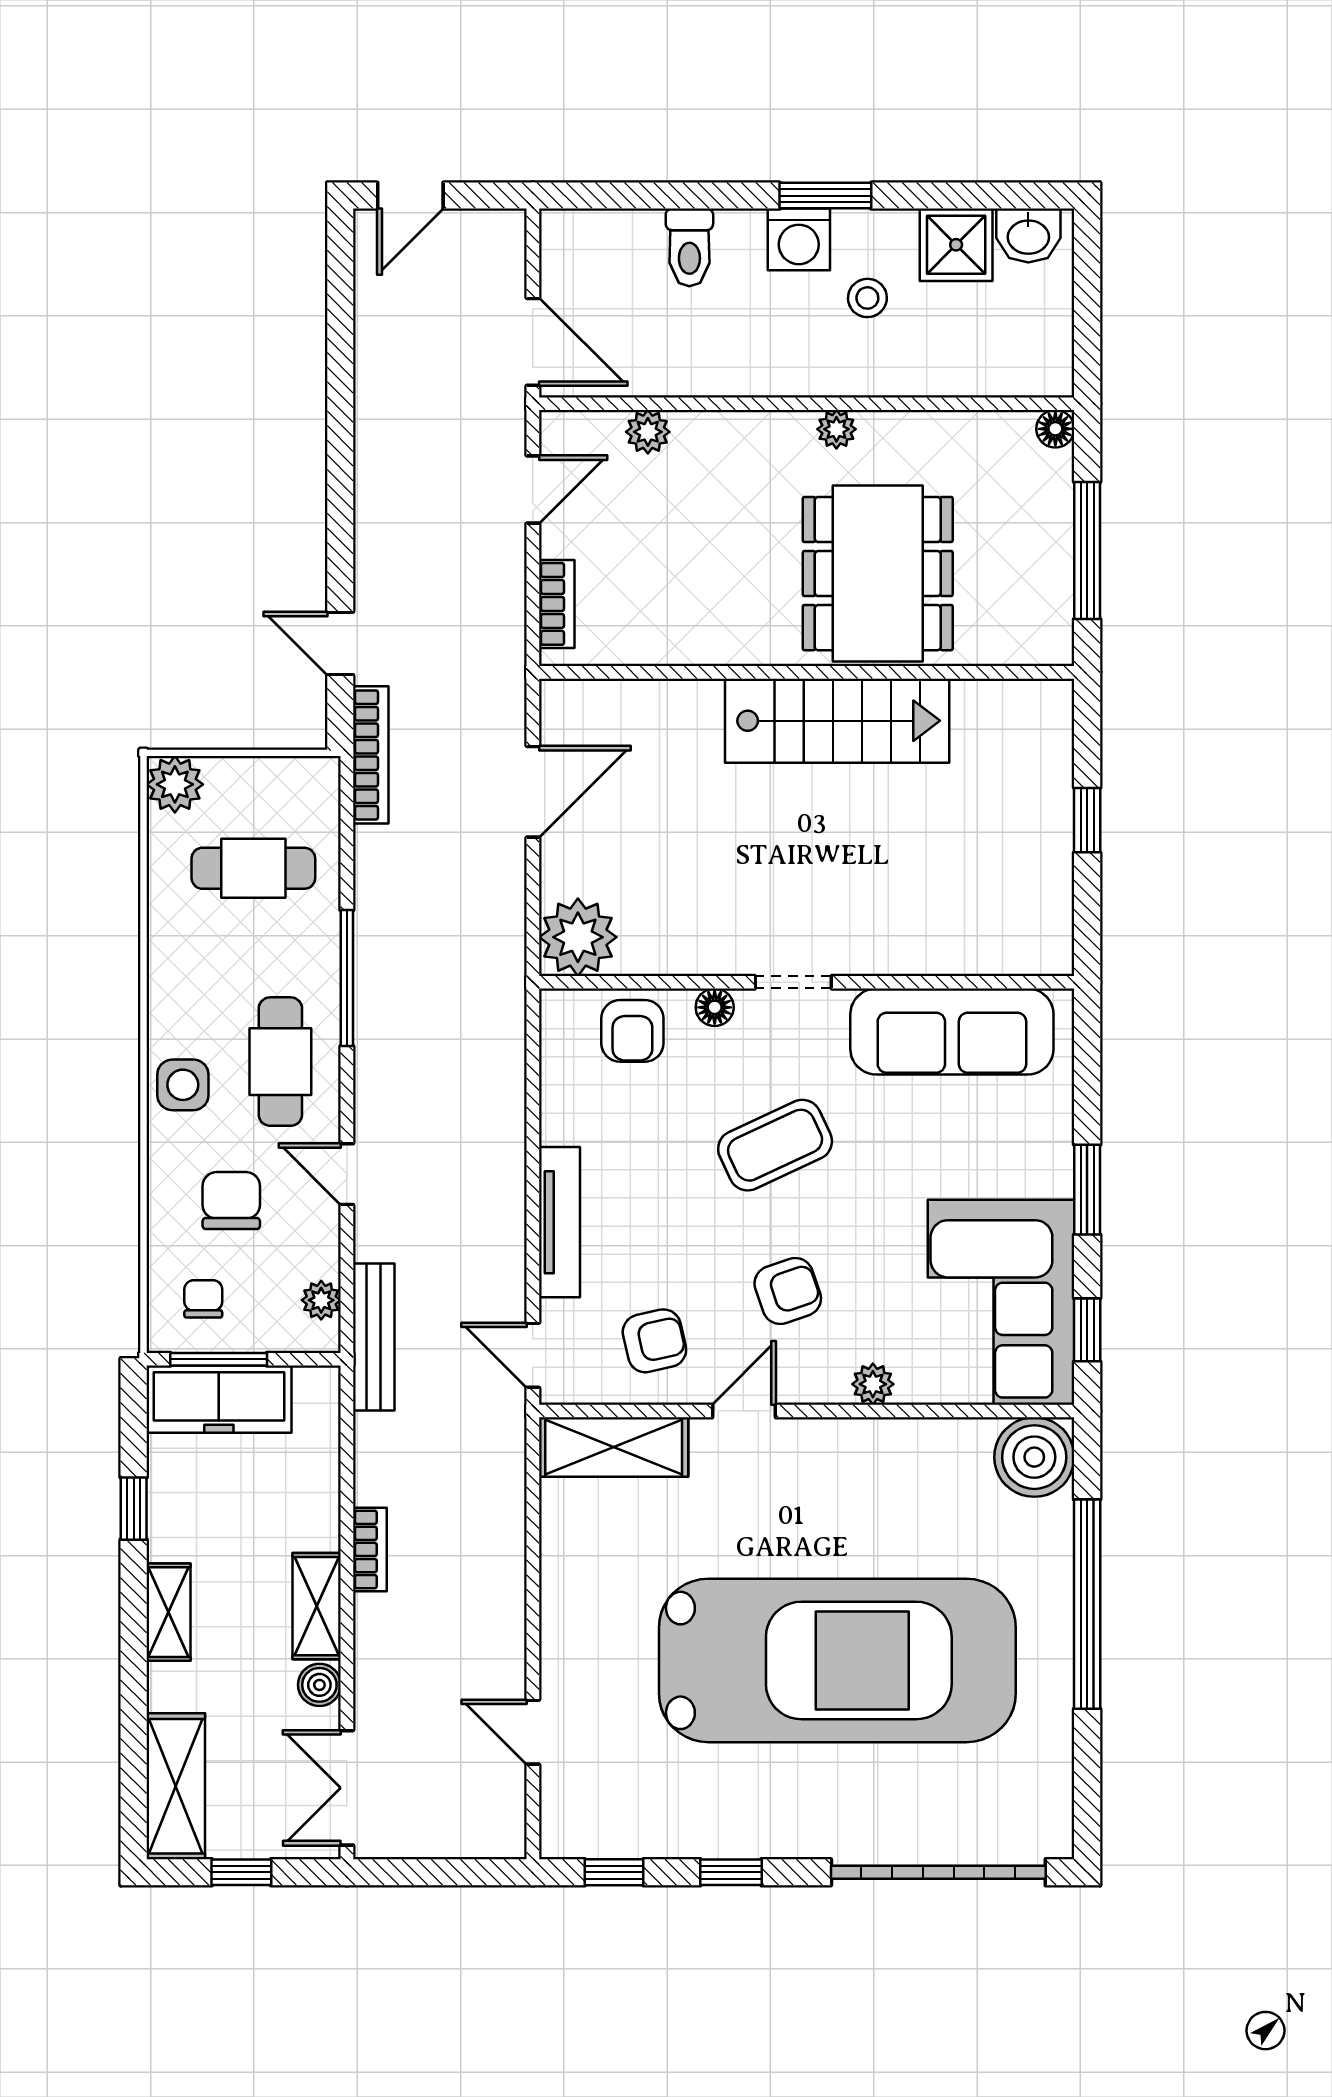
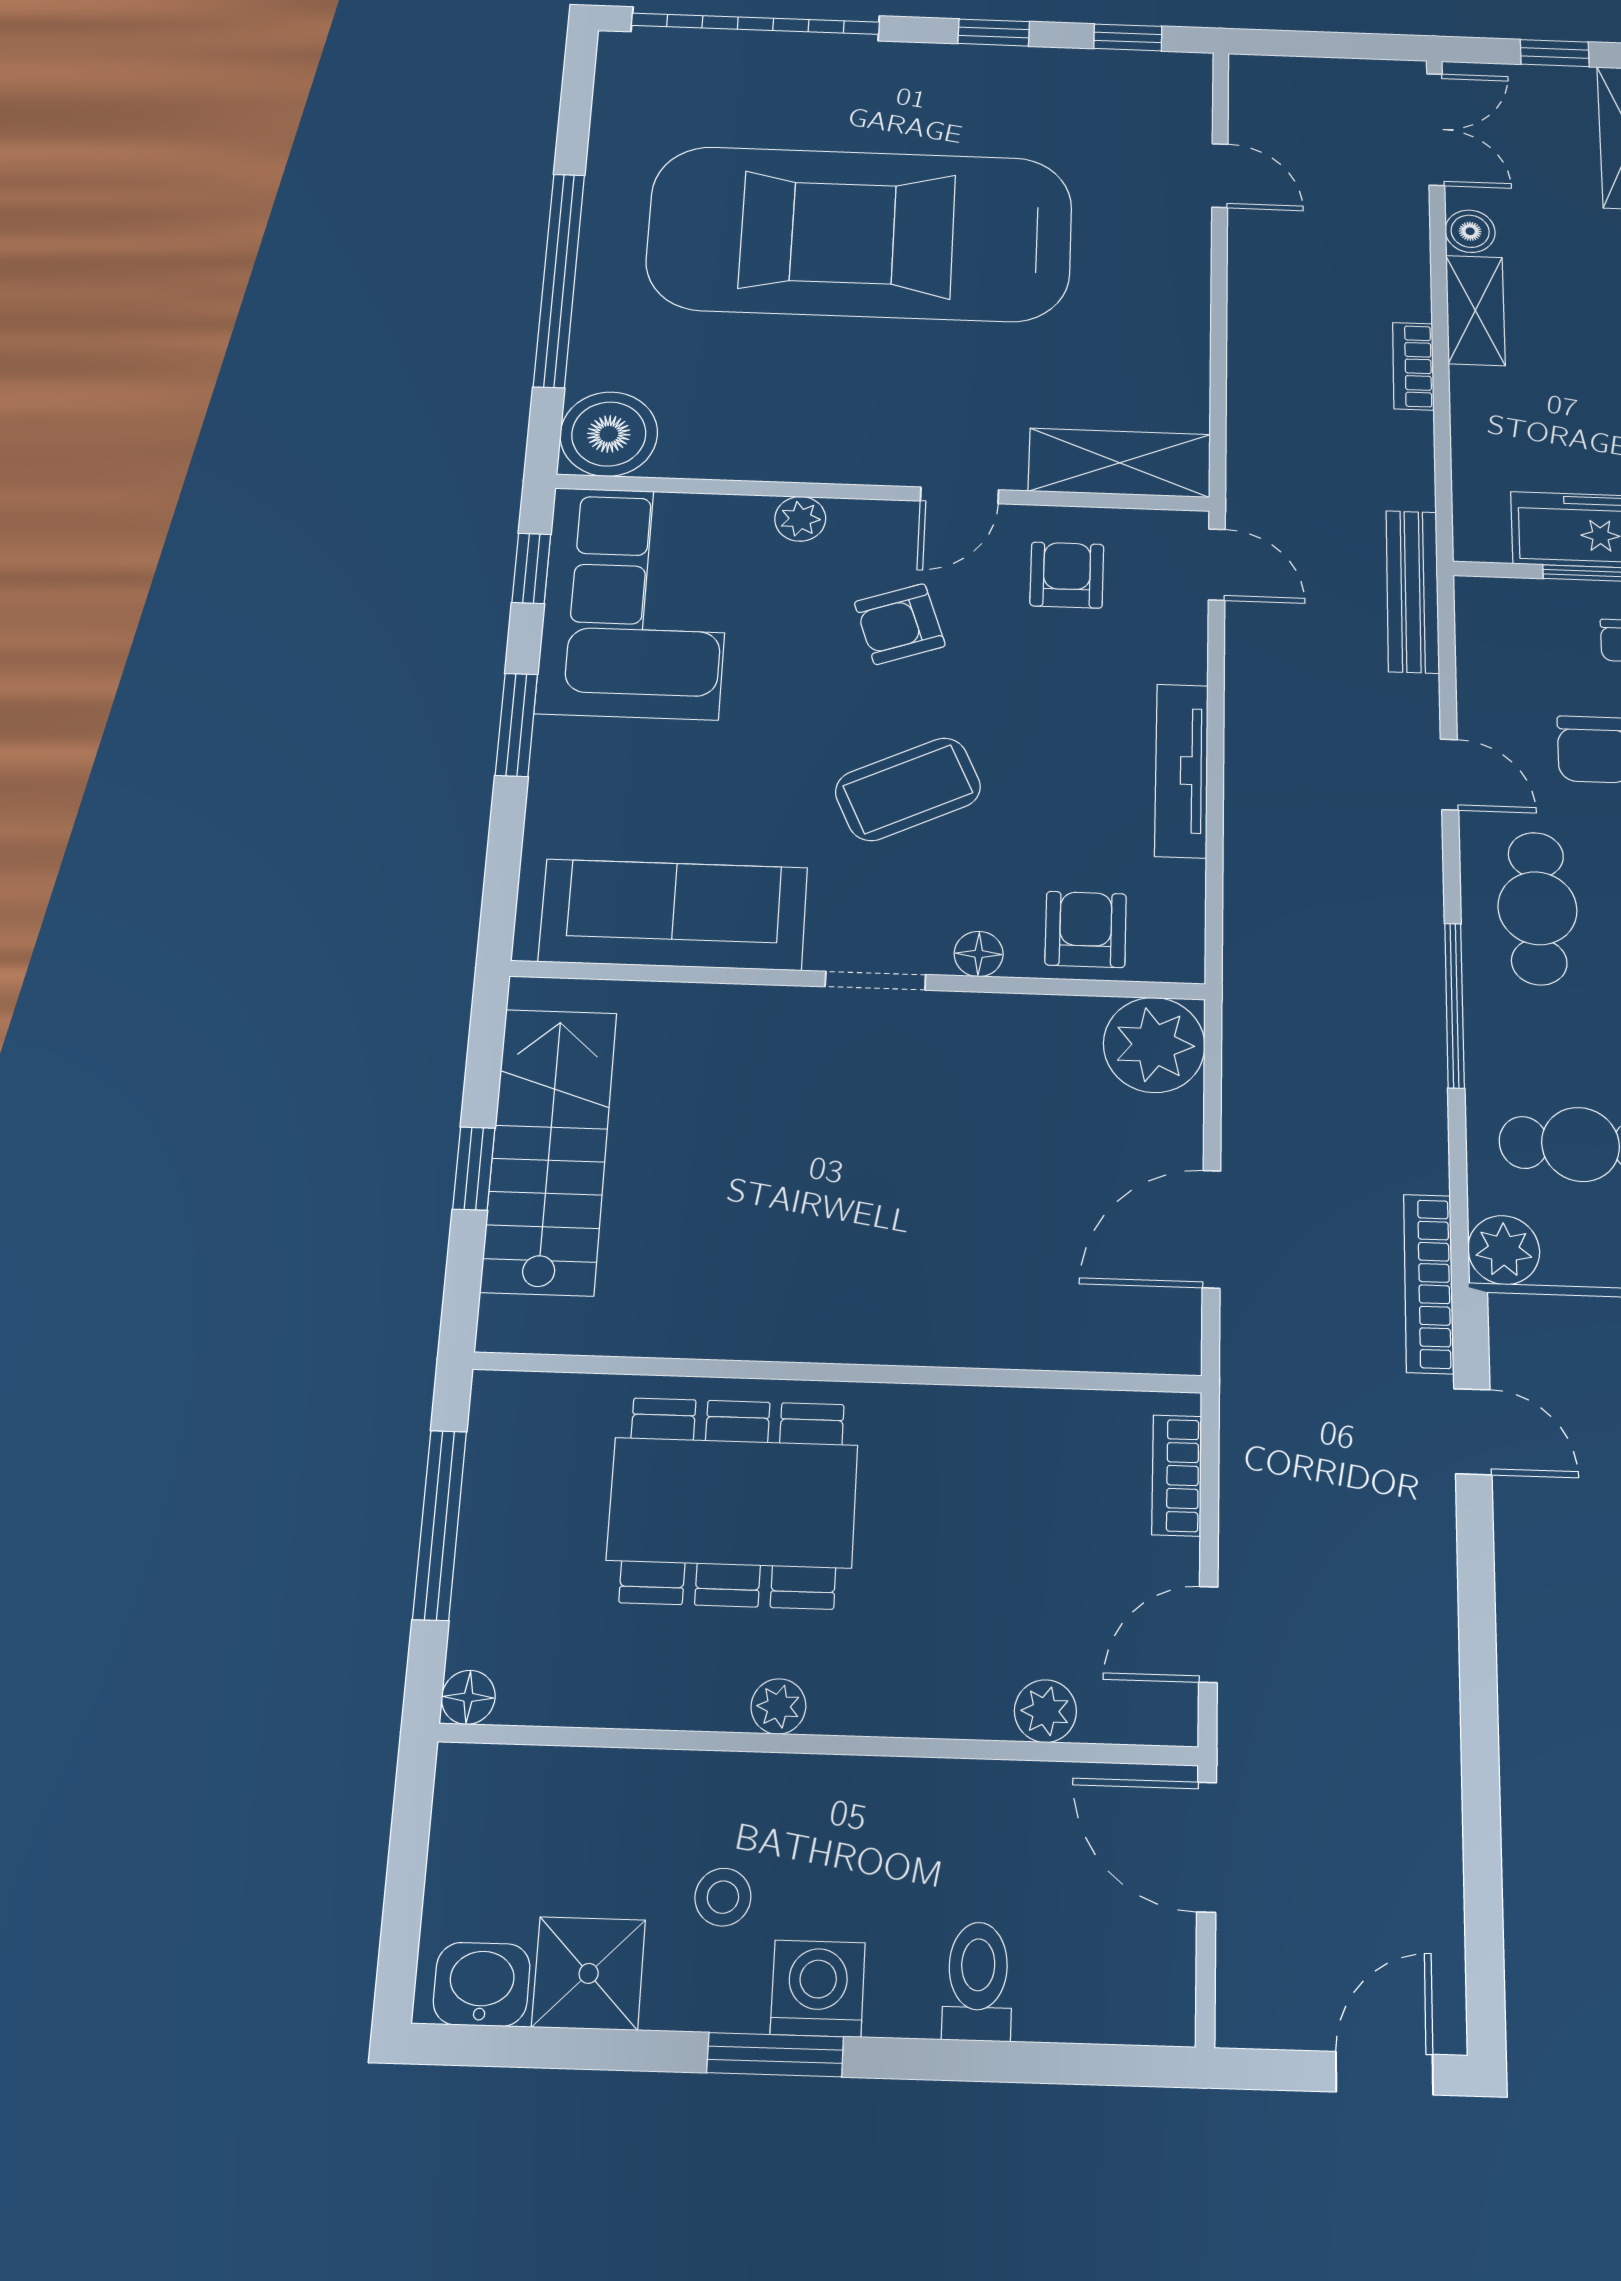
dining table: (878, 574) -> (733, 1503), turned 90
stairs: (837, 721) -> (549, 1151), moved, turned 90
tv unit: (559, 1222) -> (1182, 770), moved
plant: (321, 1300) -> (1504, 1250), moved, width x1.38, depth x1.38
armchair: (654, 1341) -> (1067, 575), turned 103

